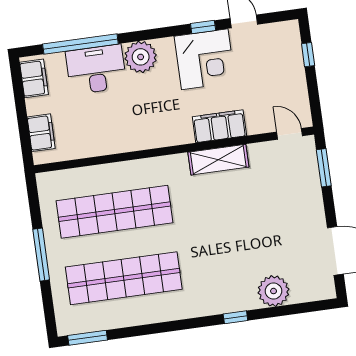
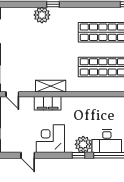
window: (203, 27) -> (79, 155), moved
plant: (274, 291) -> (42, 15), moved

